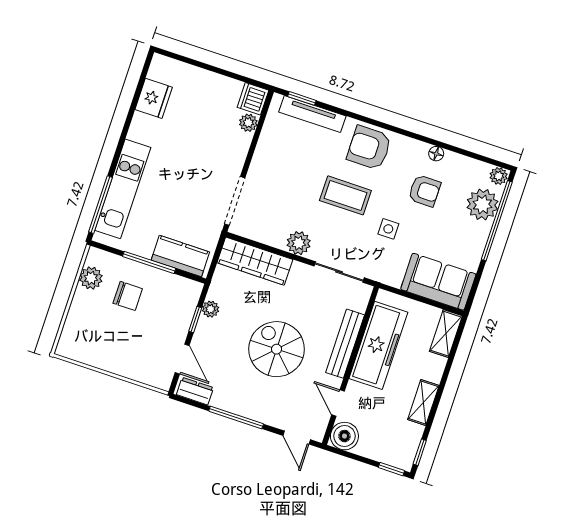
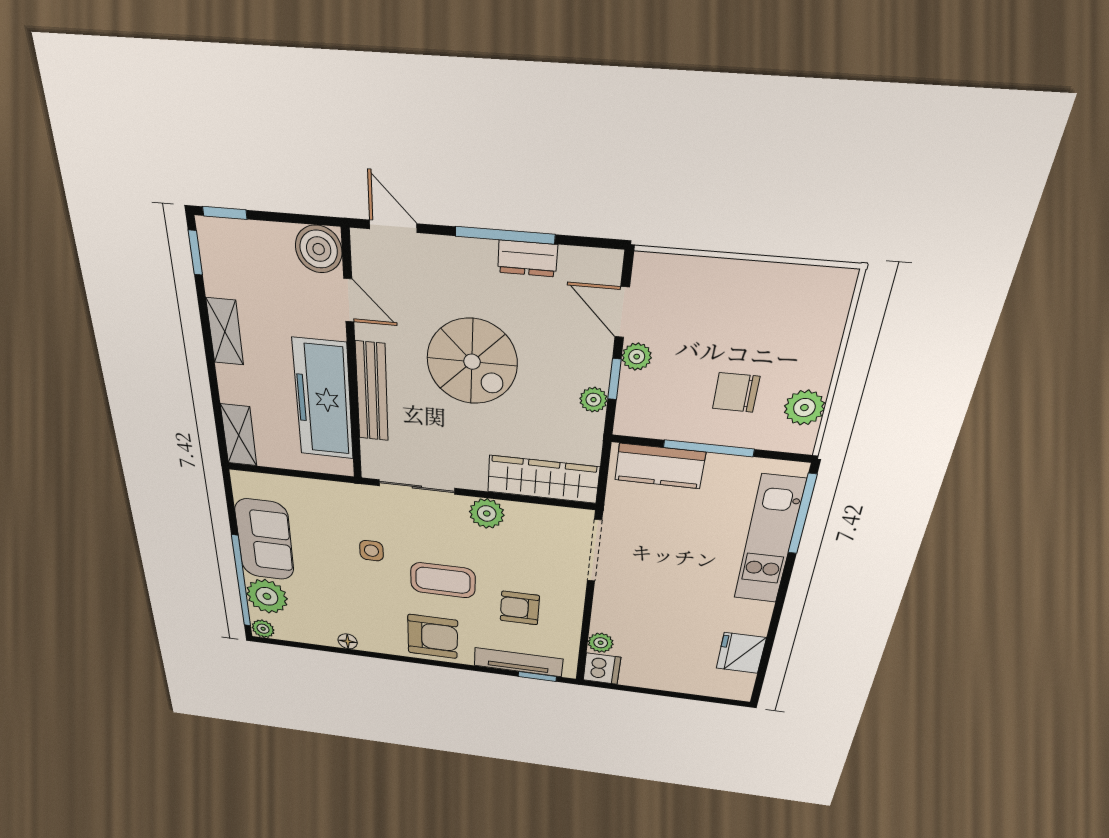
armchair: (424, 191) -> (520, 608), moved
sofa: (438, 282) -> (265, 540), moved, turned -90
plant: (180, 331) -> (637, 357), added
dresser: (195, 391) -> (527, 258), moved

